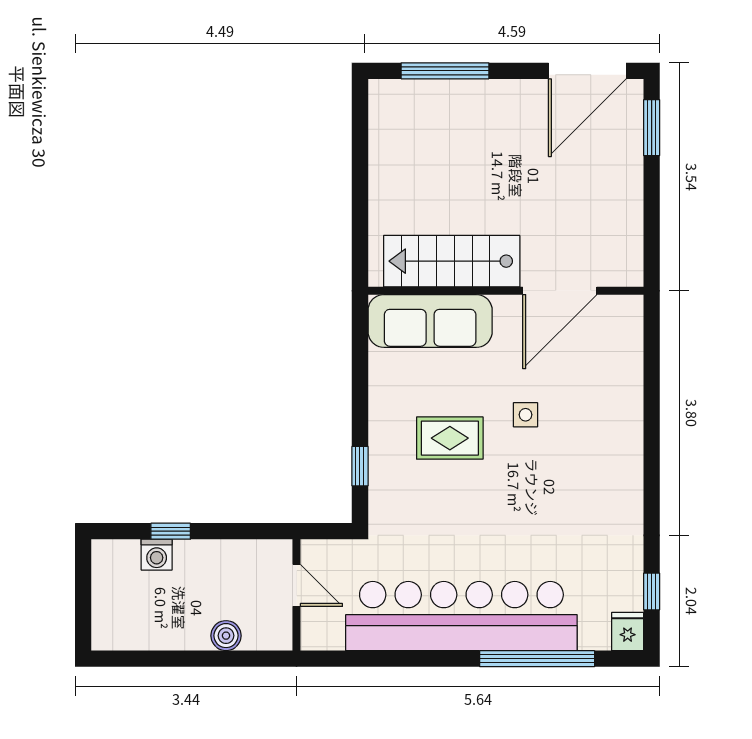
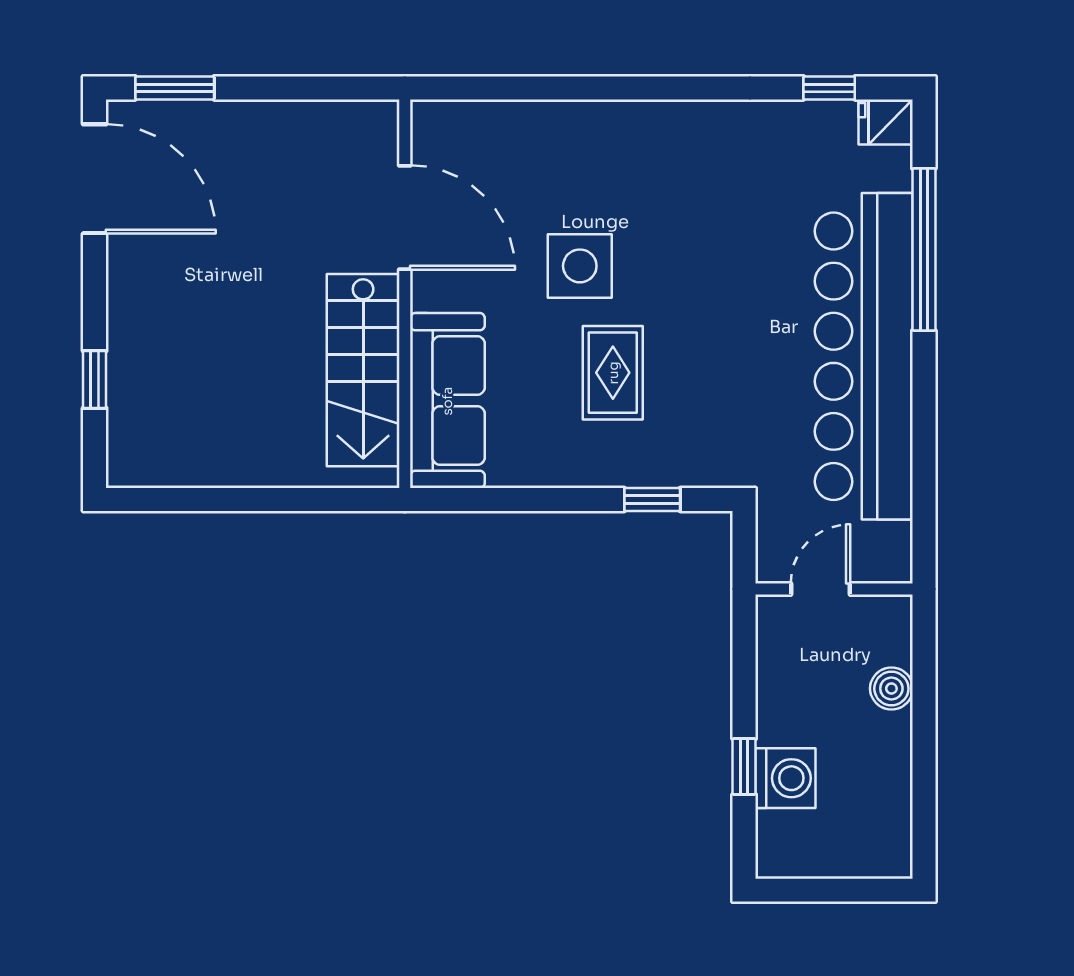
window: (445, 71) -> (95, 380), width x0.46
side table: (526, 415) -> (580, 266), width x1.87, depth x1.87
washing machine: (157, 555) -> (785, 778), width x1.38, depth x1.38

